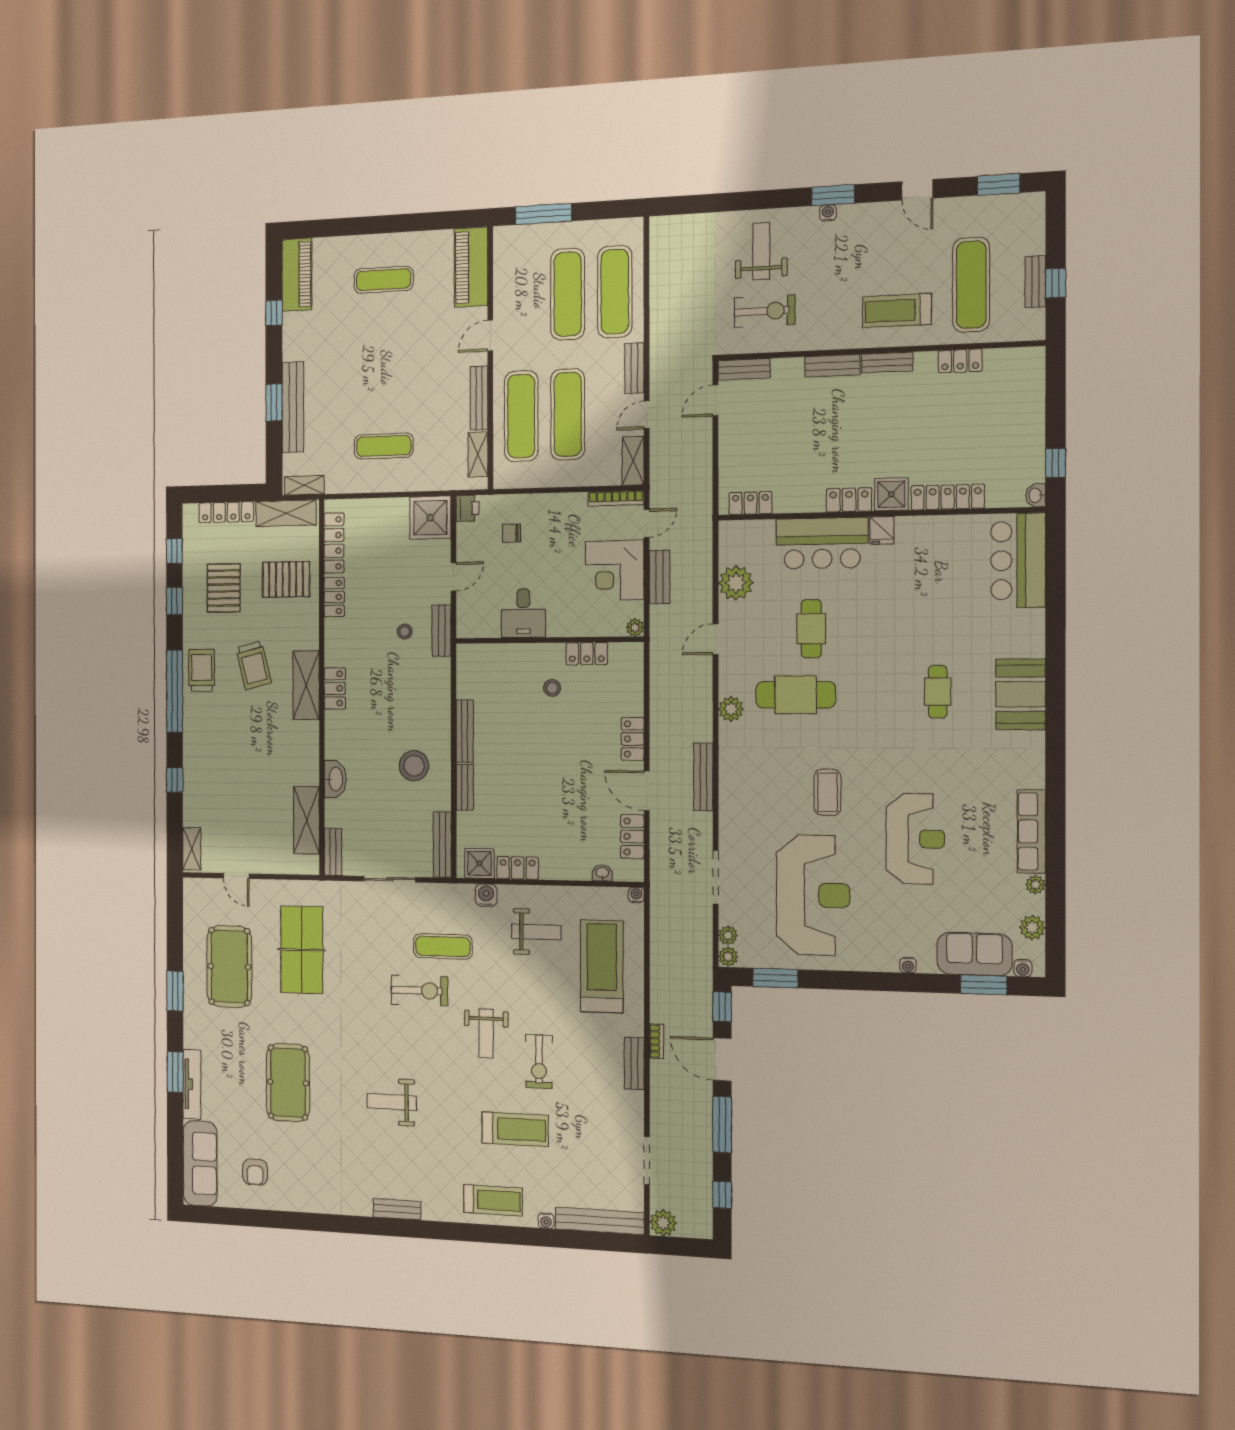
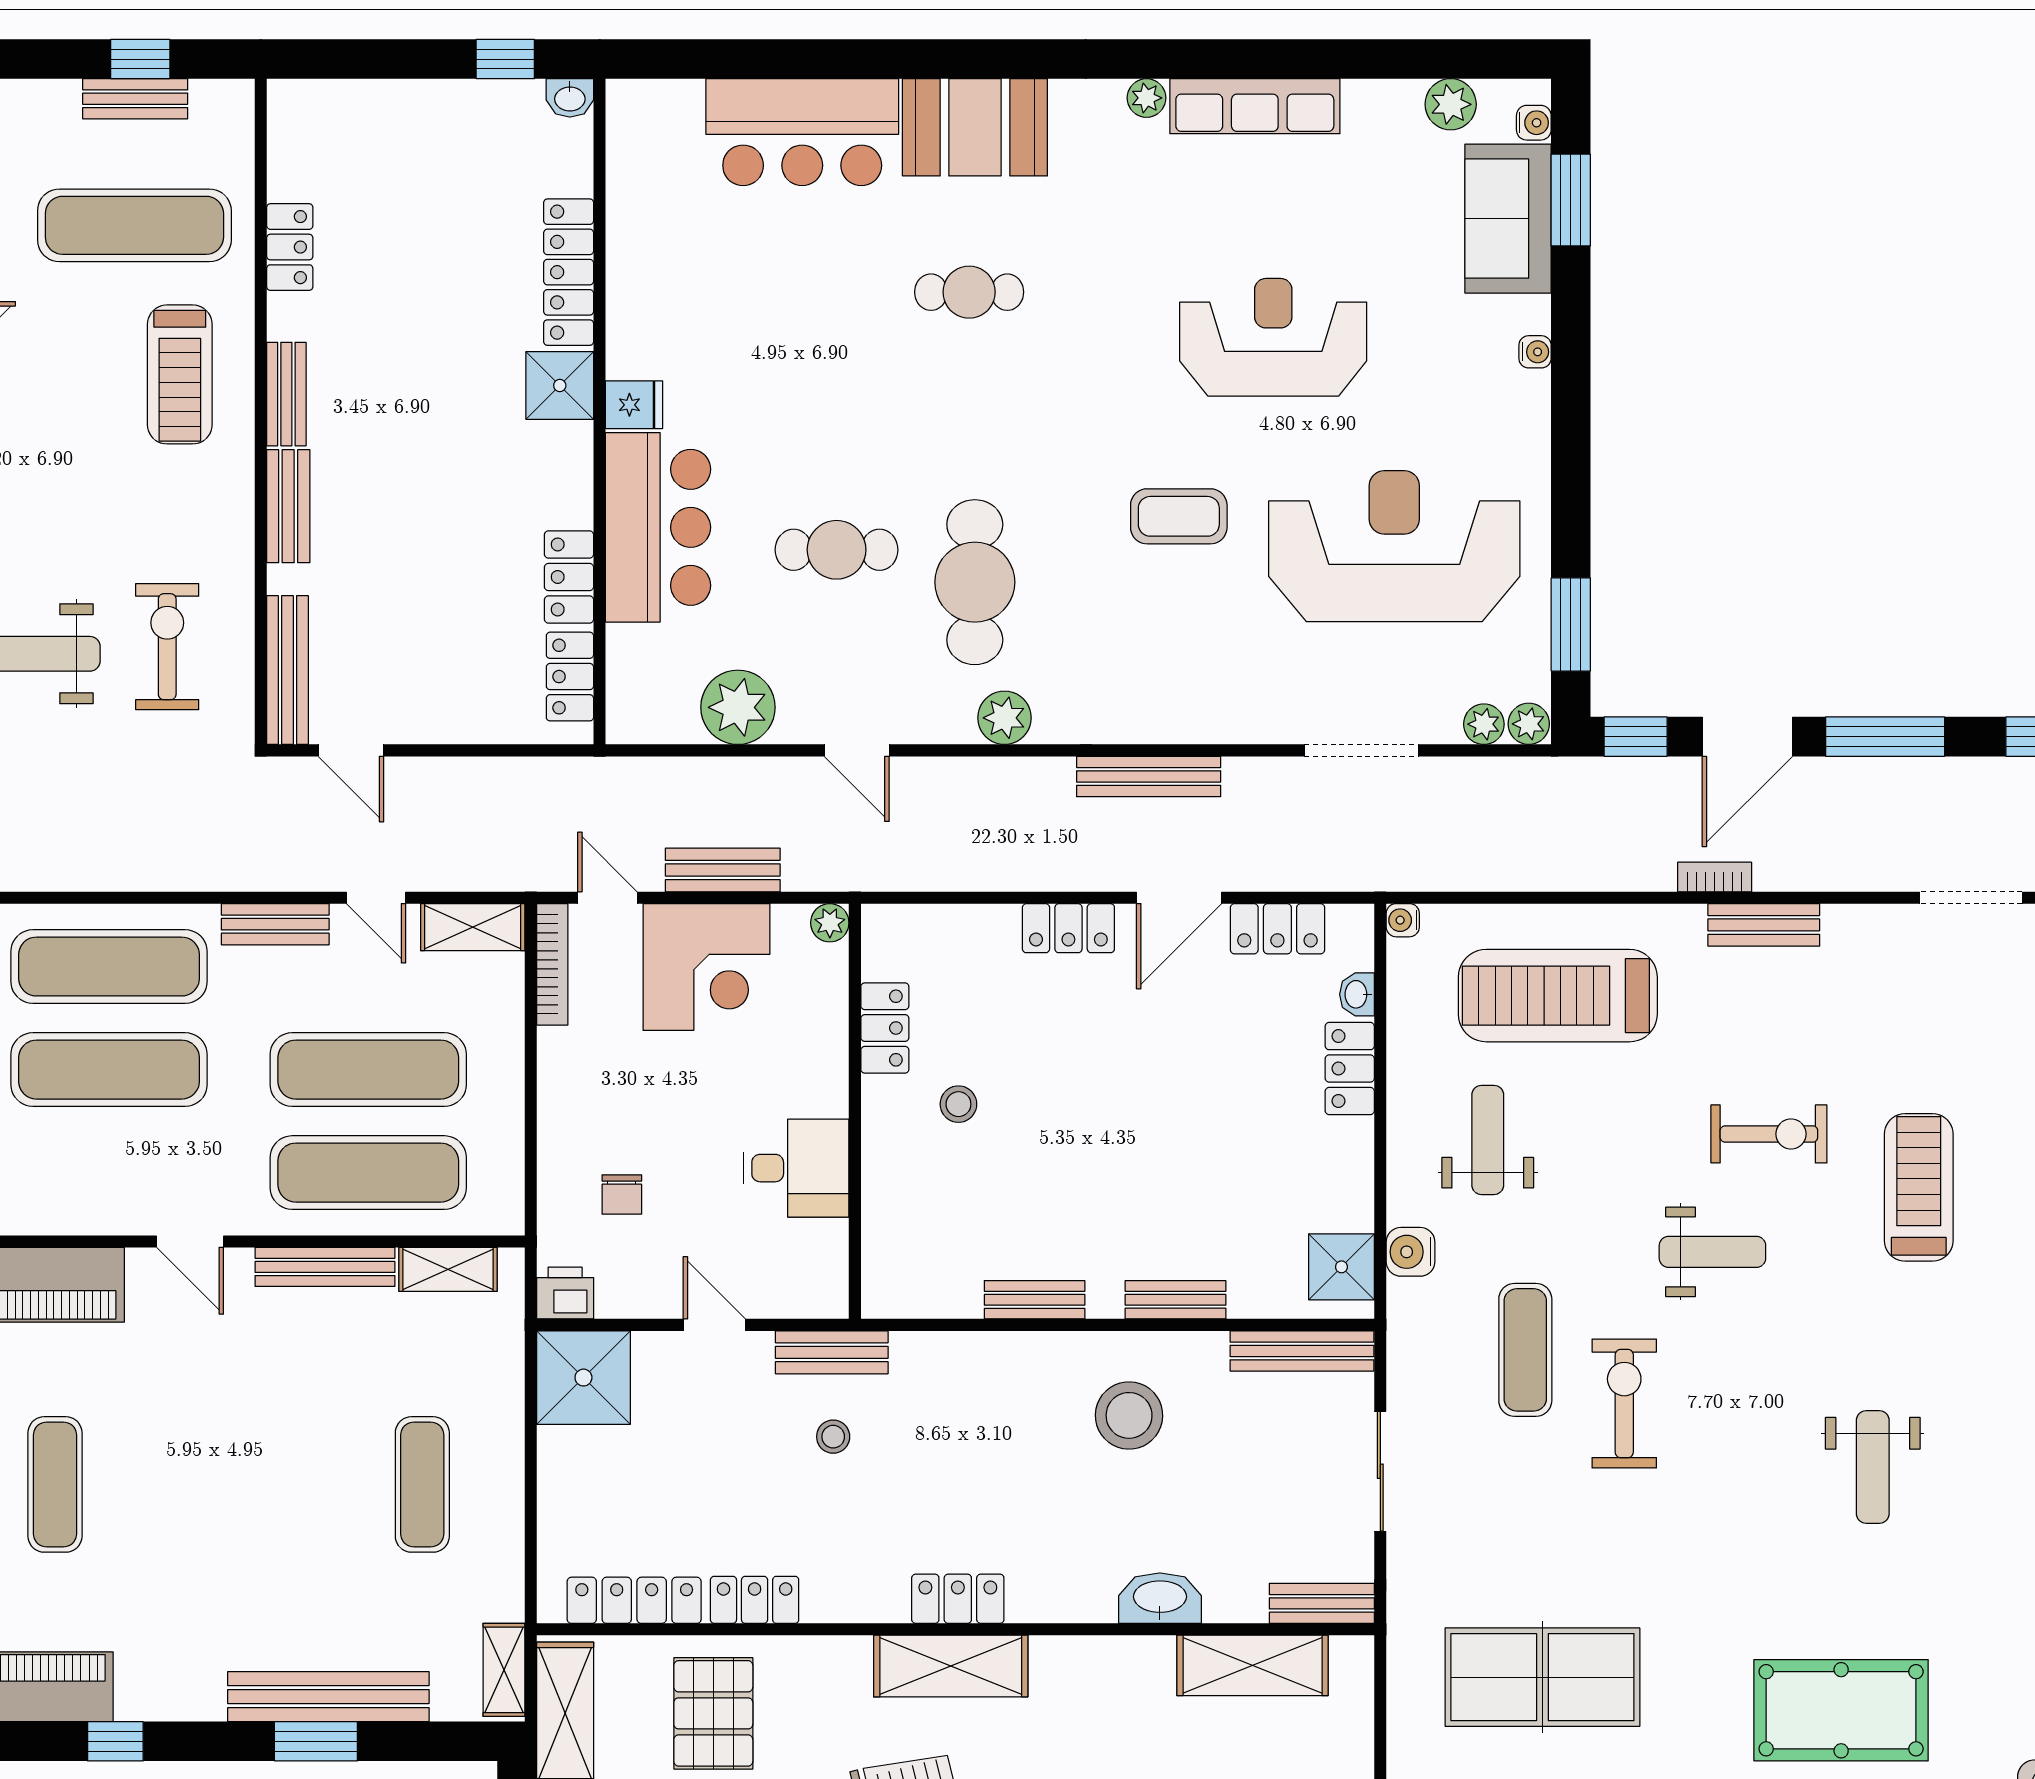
bench: (744, 369) -> (287, 670), width x1.36
locker: (849, 500) -> (569, 577), moved
bar counter: (1018, 560) -> (802, 132), moved
bench: (465, 731) -> (1035, 1300), width x0.73
locker: (518, 868) -> (1350, 1069), moved
plant: (1035, 885) -> (1147, 98), moved

